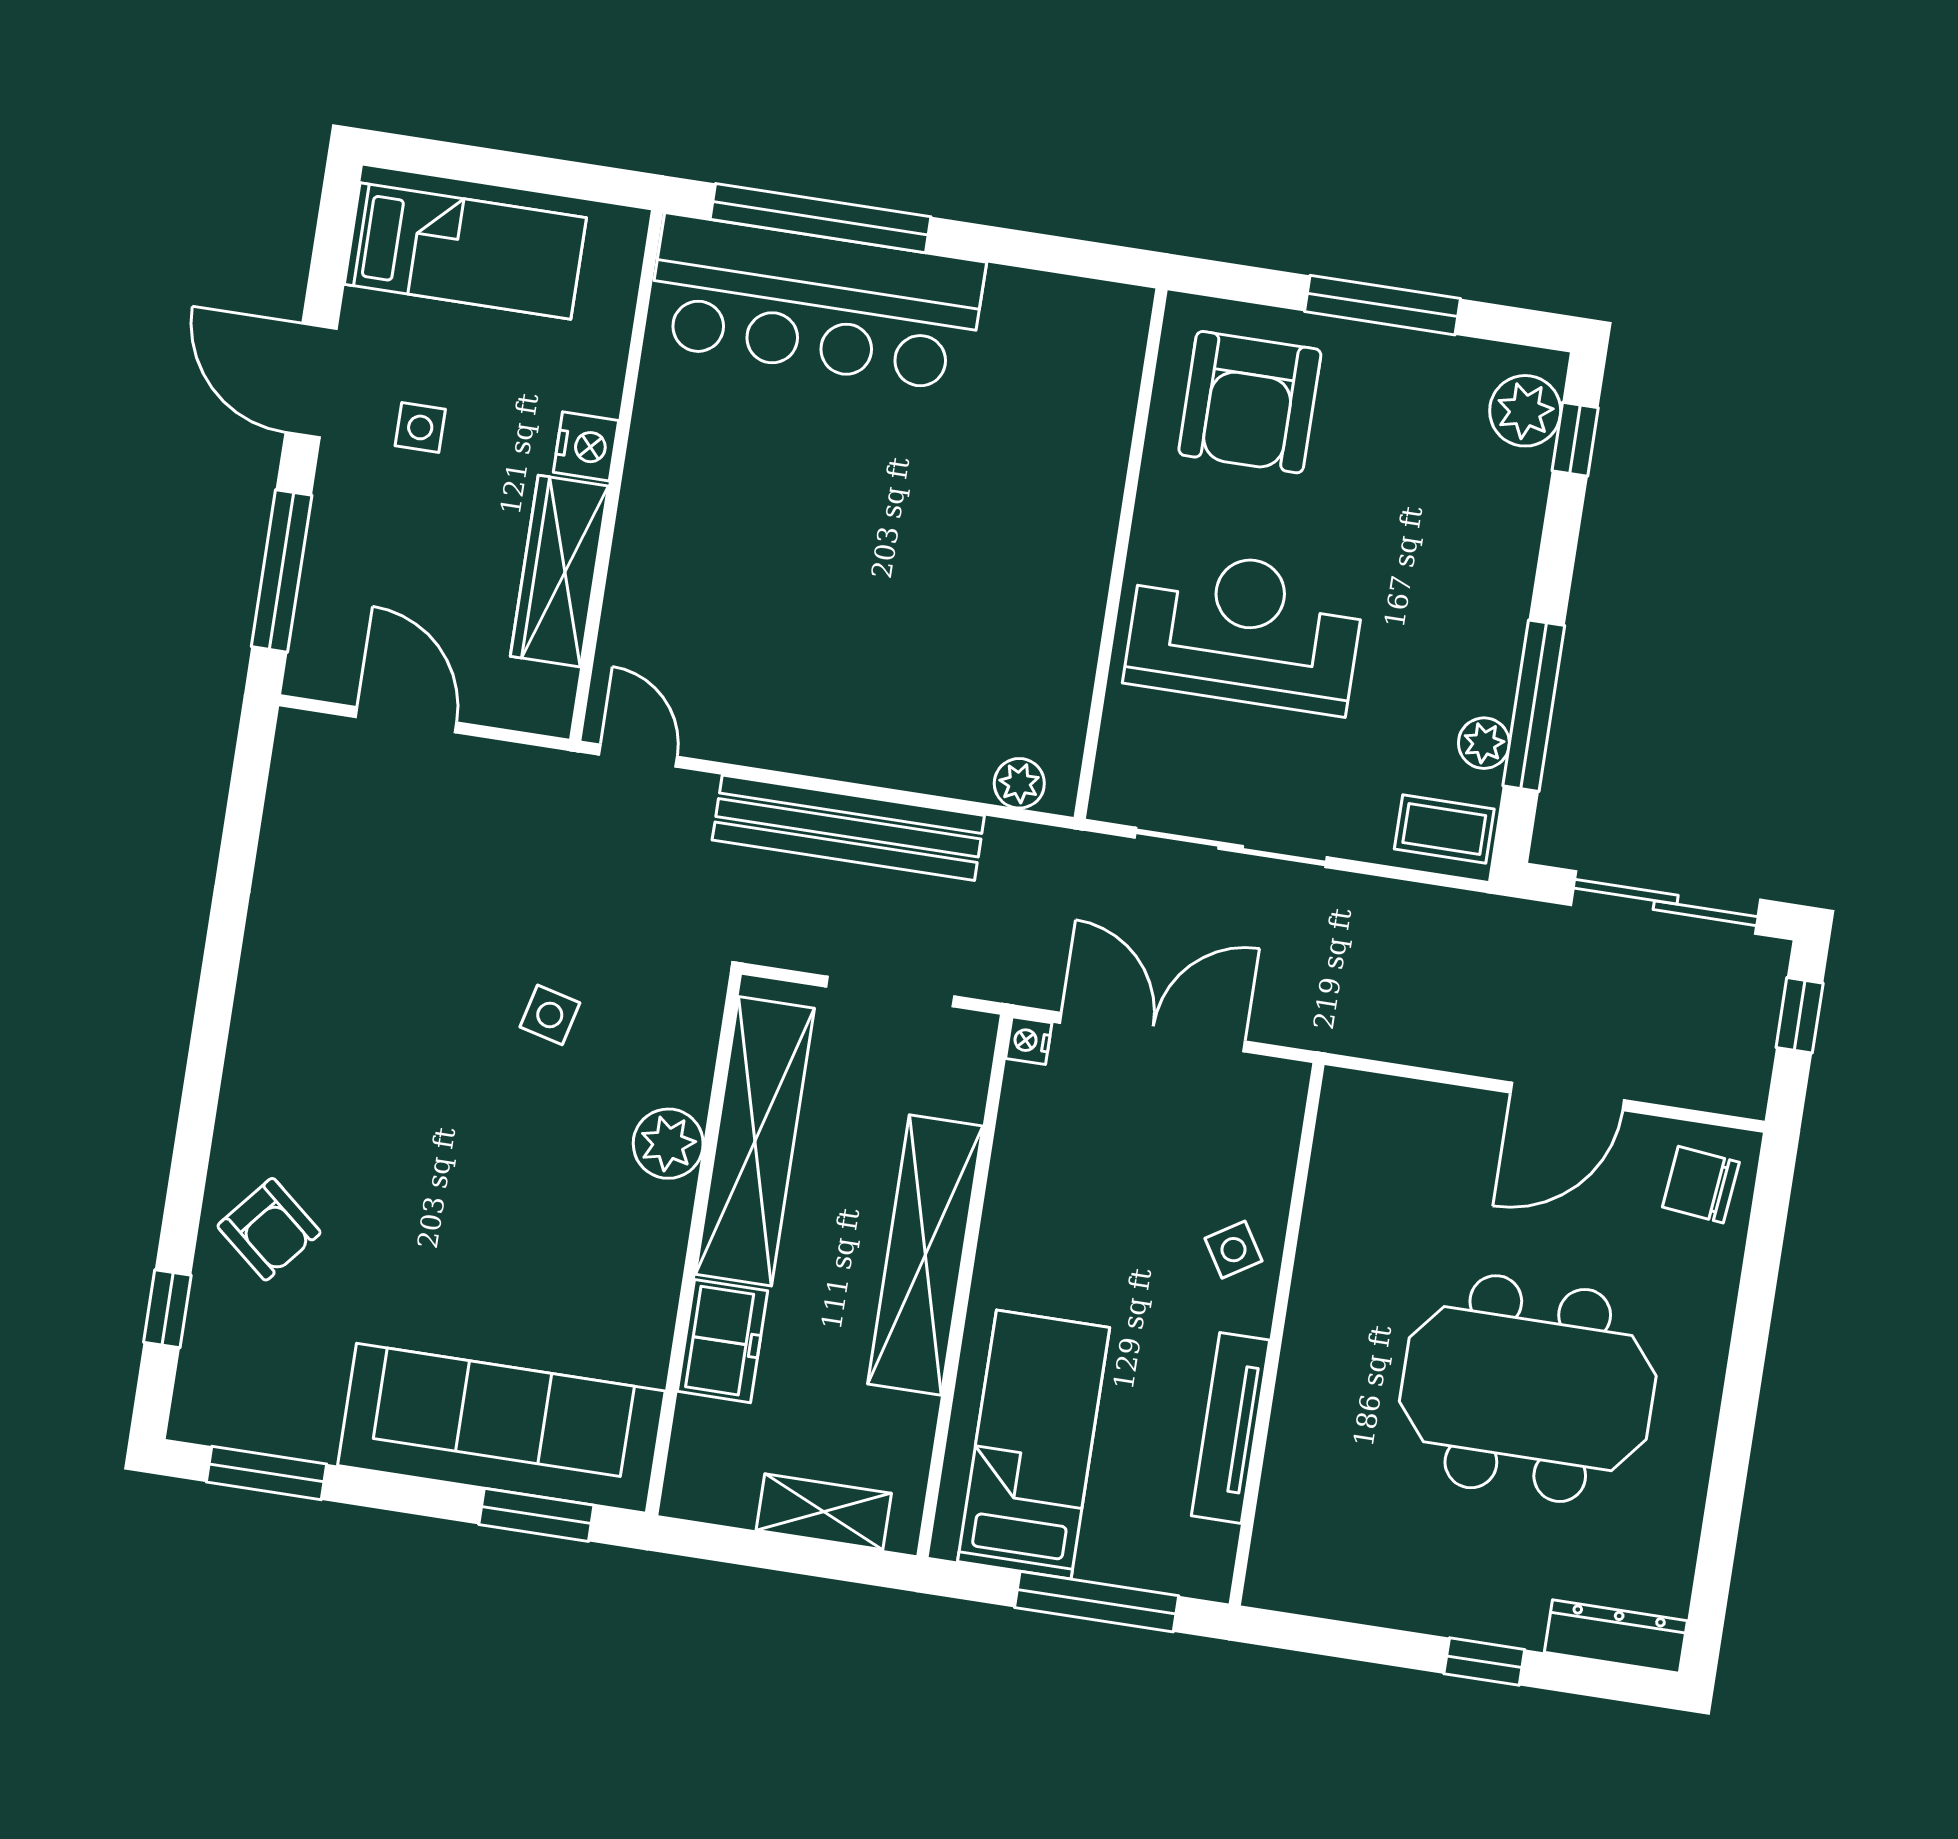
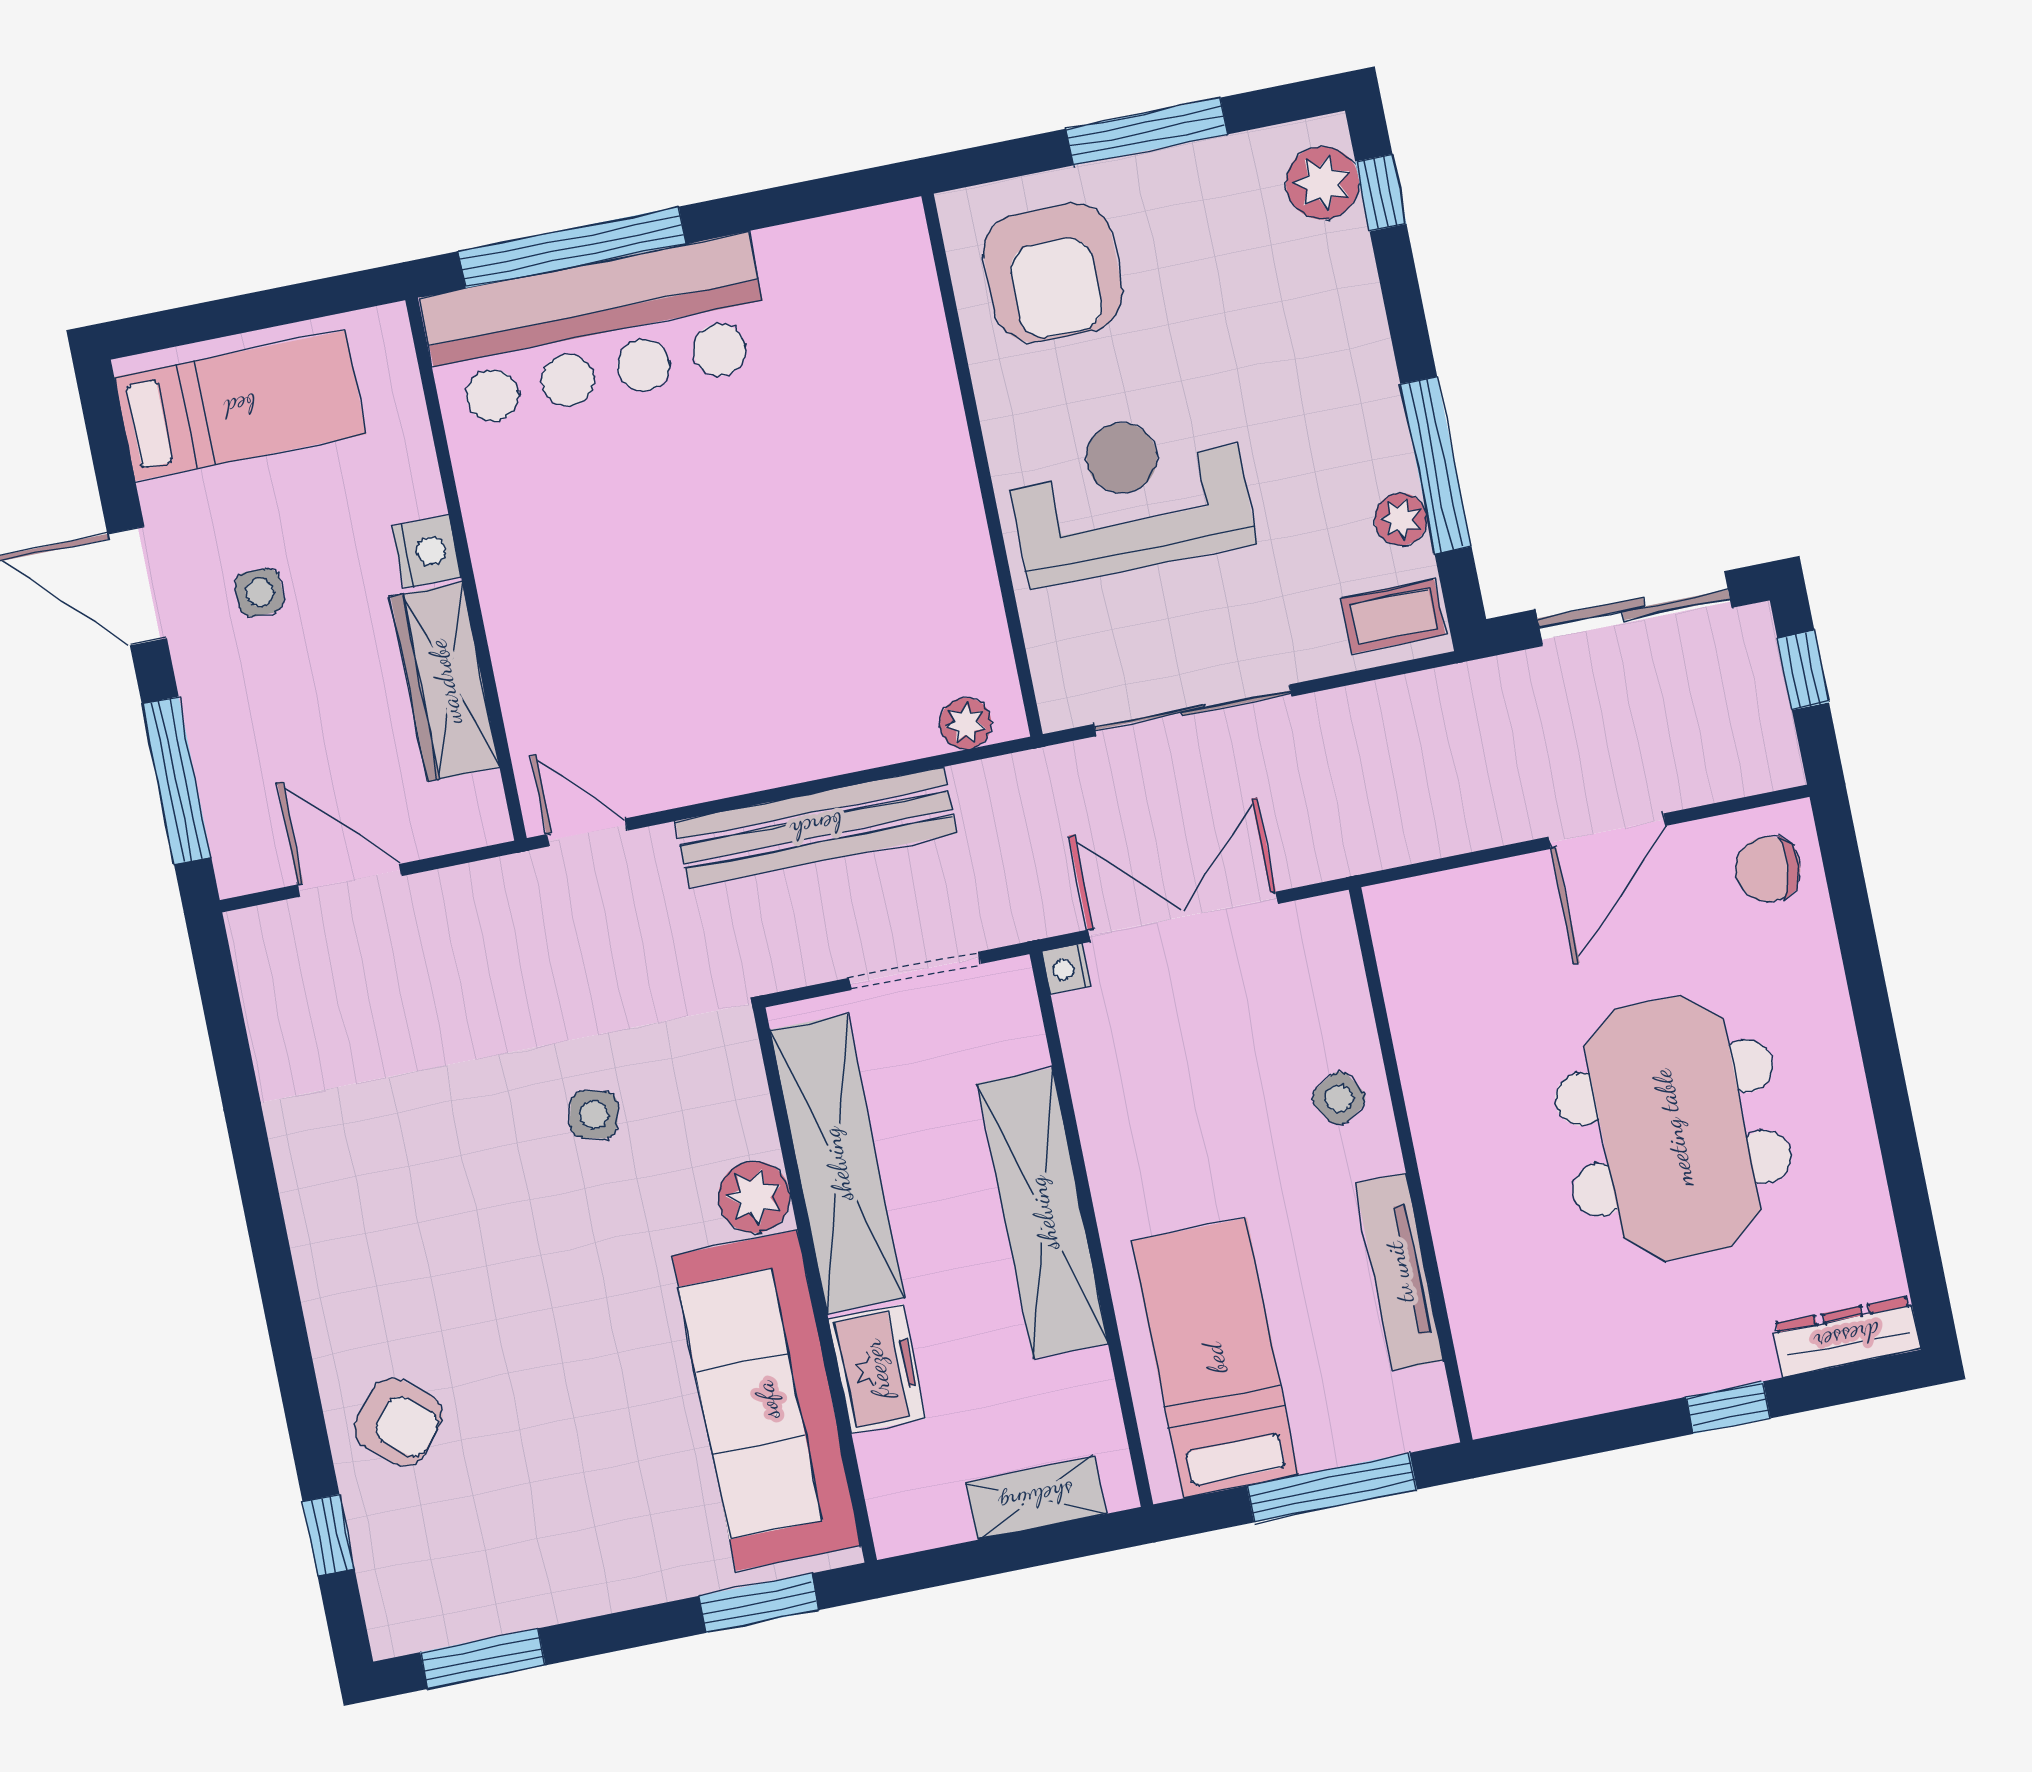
meeting table: (1528, 1389) -> (1673, 1128), turned 90
sofa: (501, 1428) -> (767, 1400), moved, turned -90

